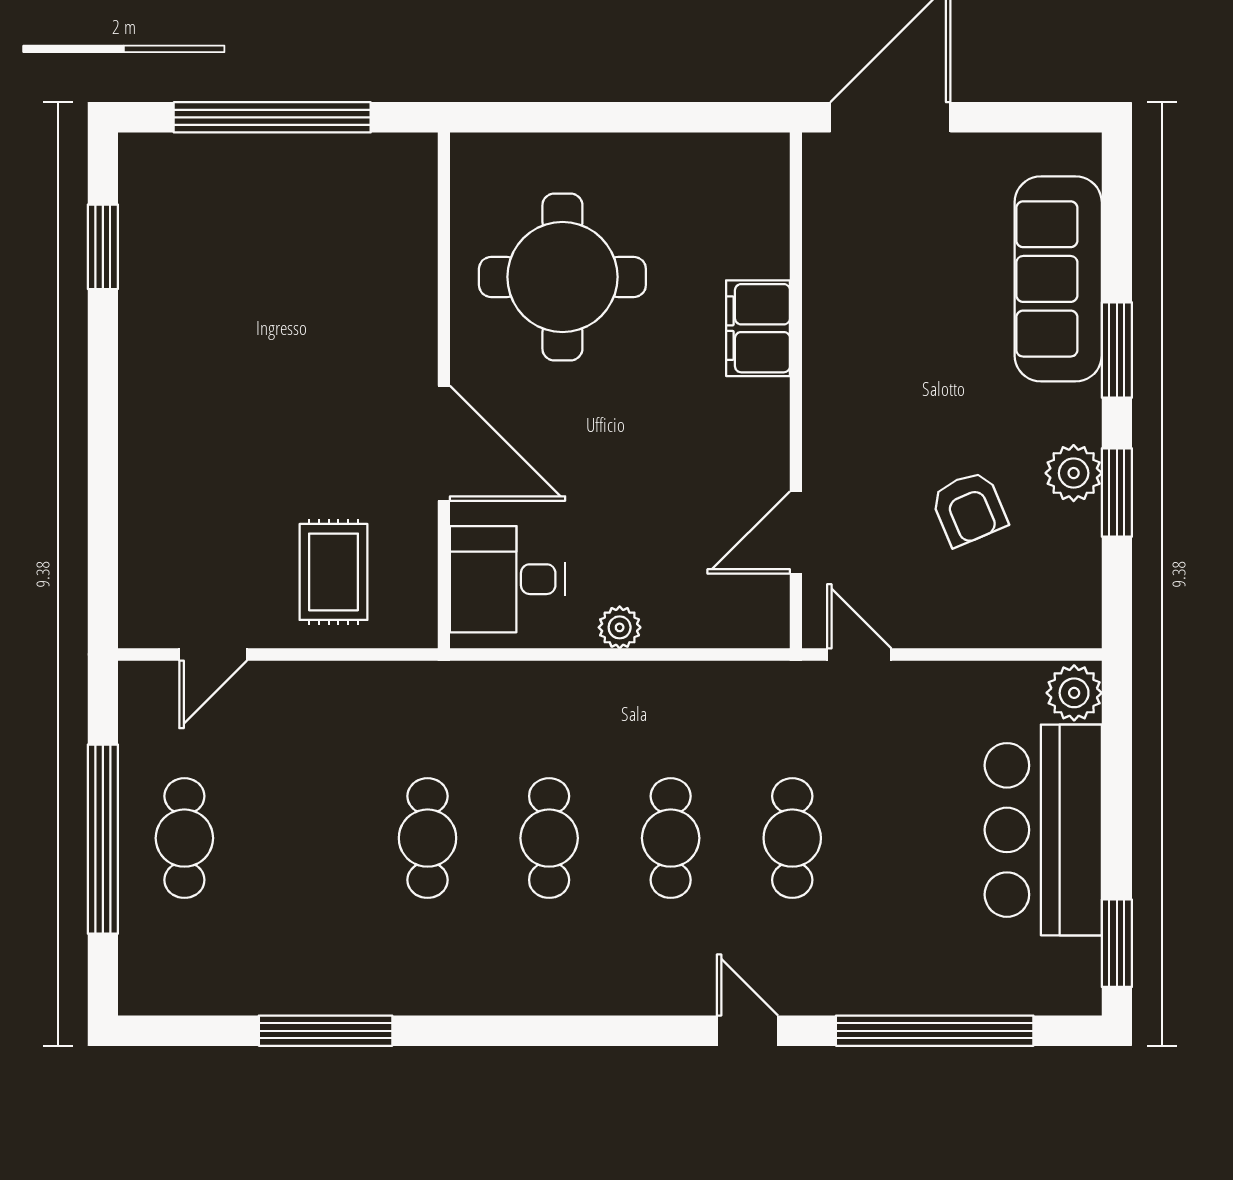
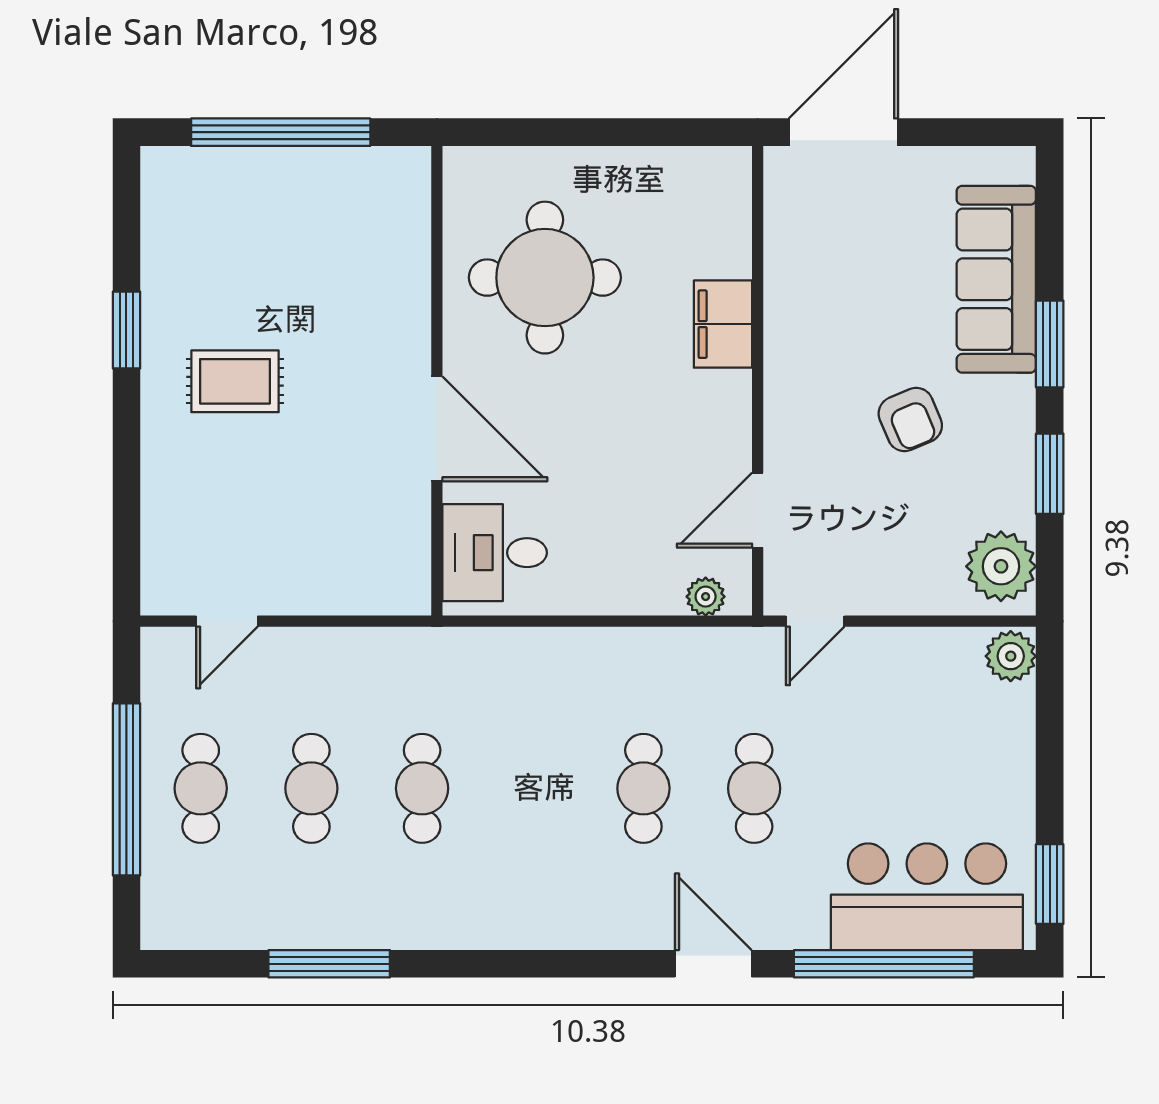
window: (103, 247) -> (126, 330), moved
plant: (1074, 473) -> (1001, 566), moved, width x1.36, depth x1.36
armchair: (969, 508) -> (910, 419), moved
rug: (334, 572) -> (235, 381), moved, turned 90
plant: (620, 627) -> (706, 597), moved
door: (859, 654) -> (815, 621), swing flipped
bar counter: (1043, 830) -> (927, 897), moved, turned 90
cafe table: (549, 838) -> (311, 788), moved
door: (747, 1031) -> (713, 964), width x1.37

